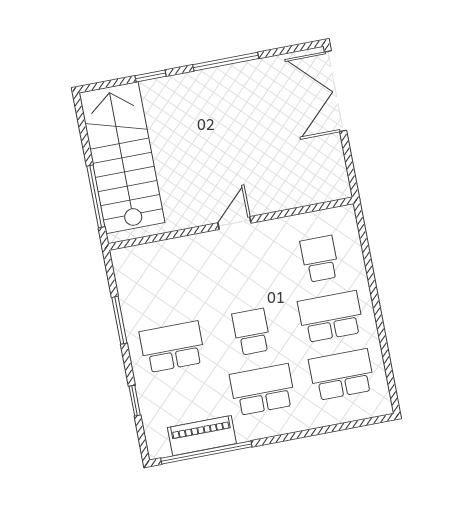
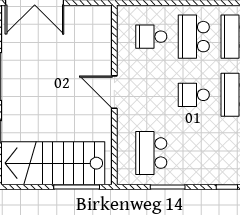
door: (234, 223) -> (114, 92), width x1.38
school desk: (172, 347) -> (151, 153), moved

